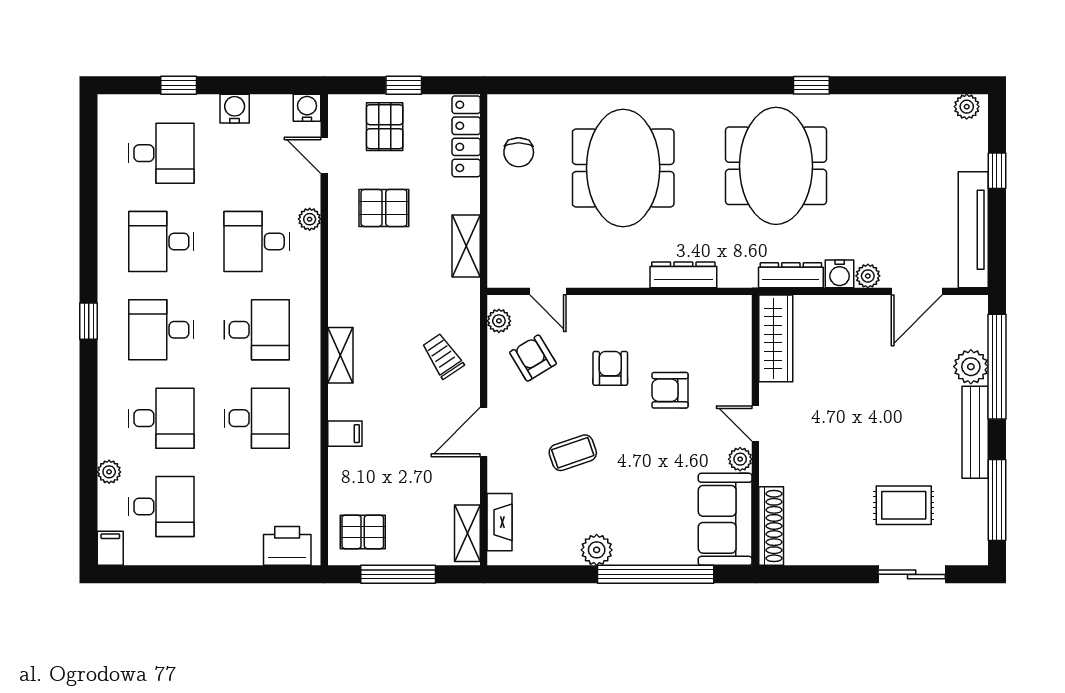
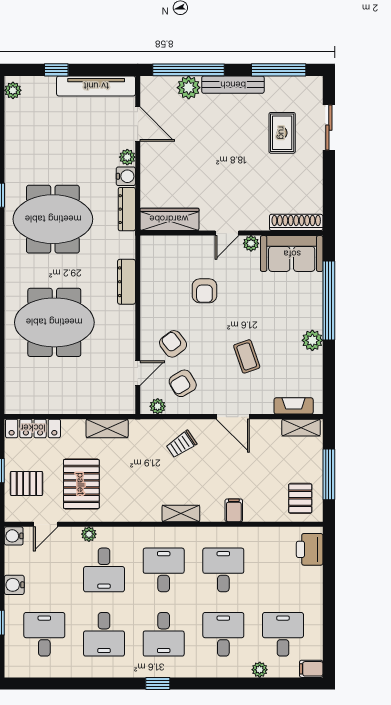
chair: (519, 152) -> (44, 393), removed
pallet: (384, 208) -> (81, 484), width x1.50, depth x1.42
armchair: (610, 368) -> (173, 344), moved, turned 53

